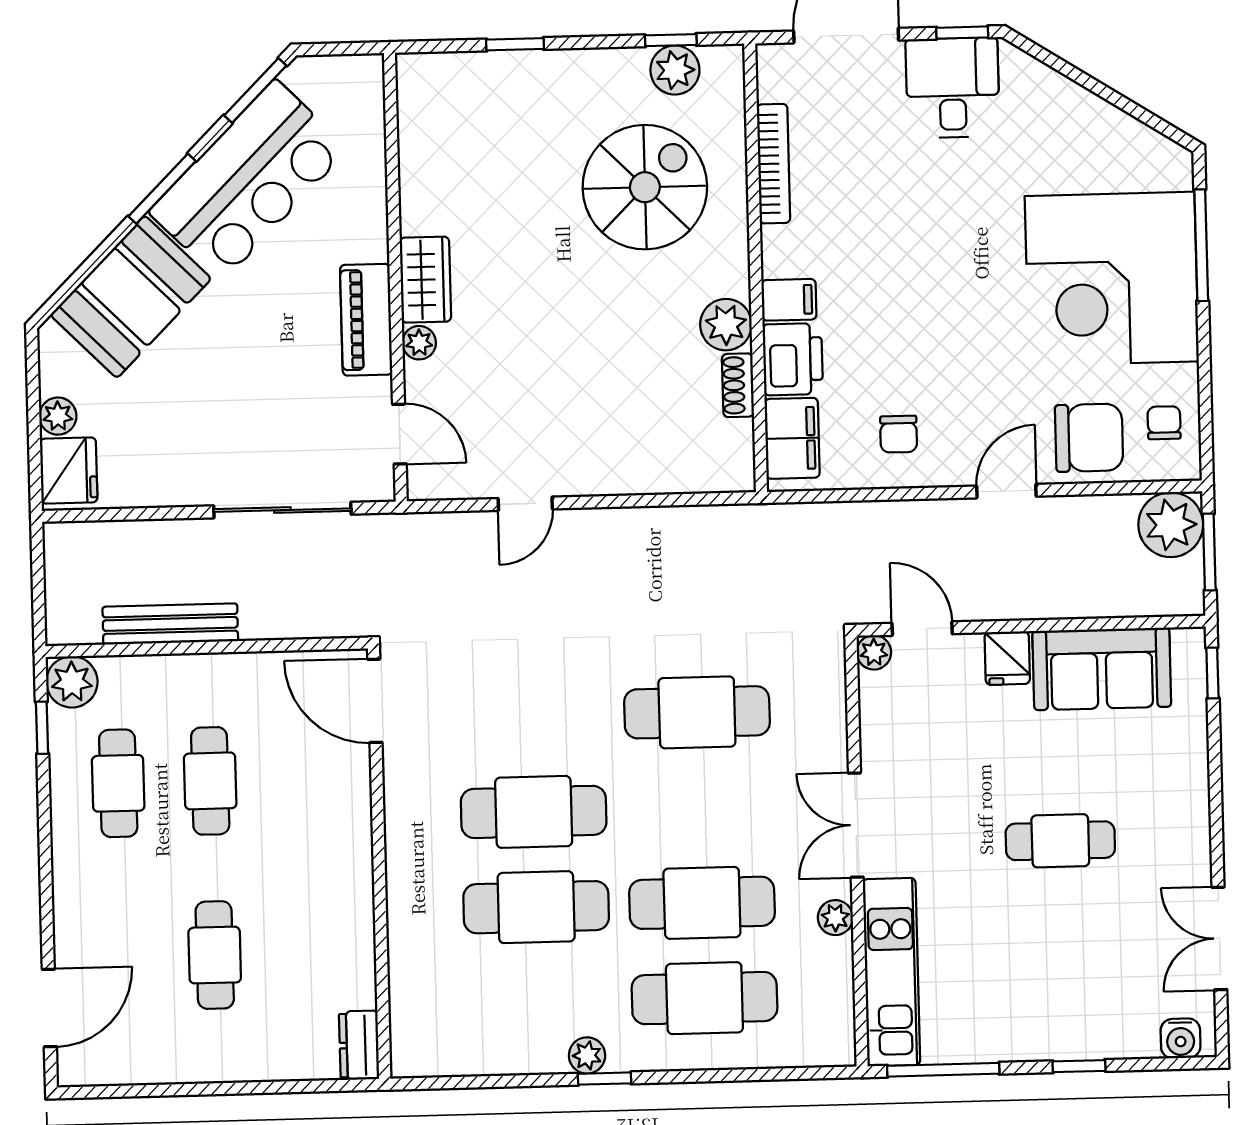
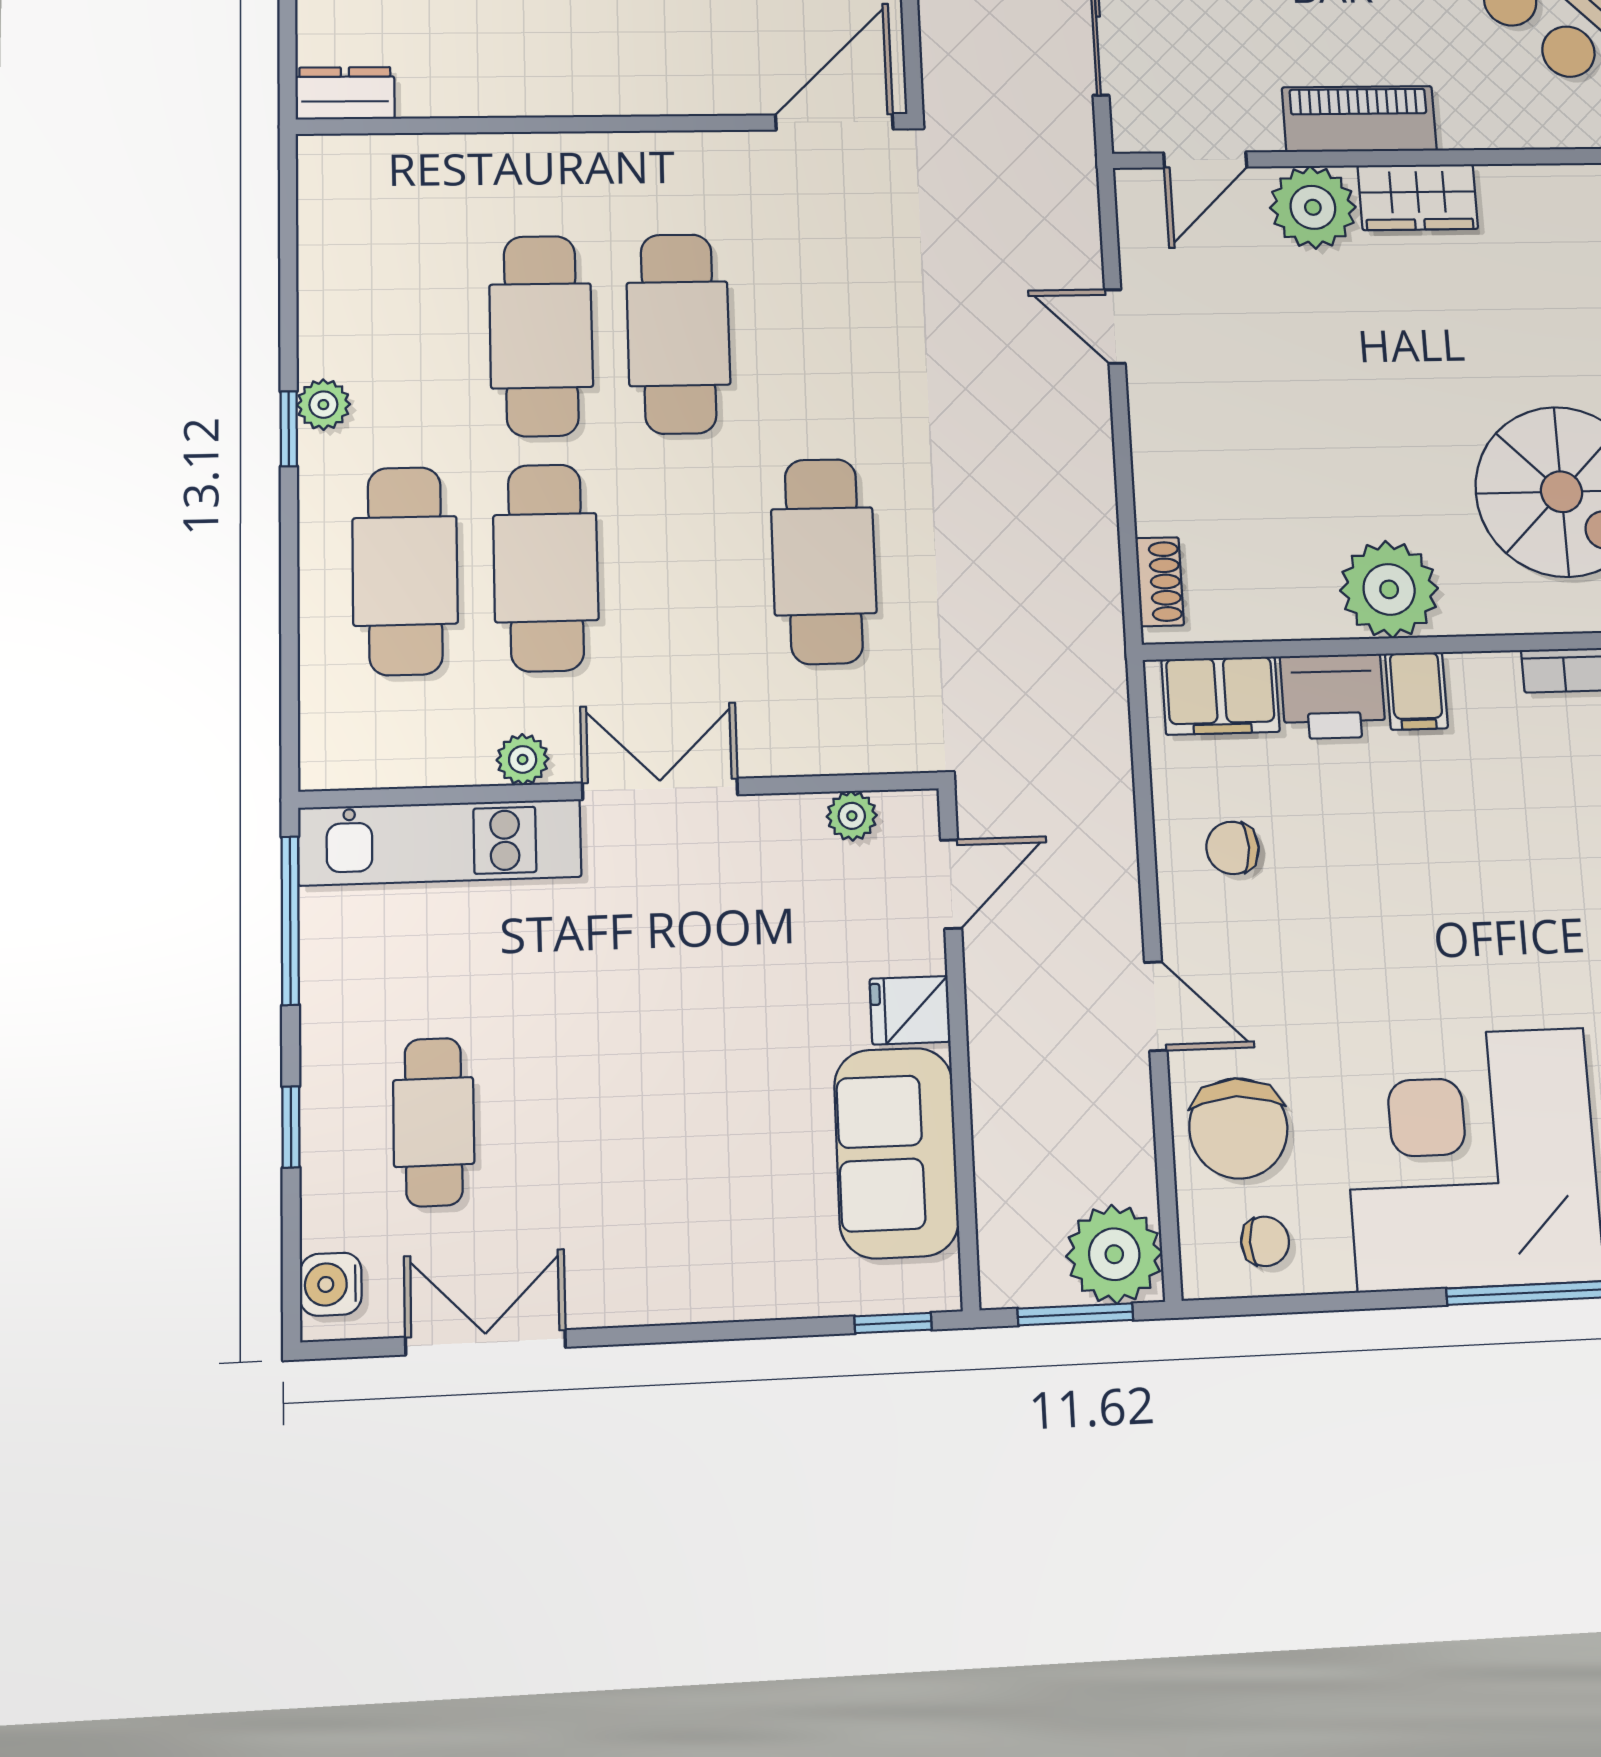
plant: (726, 325) -> (1389, 589), width x1.36, depth x1.36
plant: (419, 343) -> (1313, 207), width x1.87, depth x1.87
shoe rack: (738, 385) -> (1160, 582), moved, turned 90
plant: (874, 652) -> (852, 816), moved
cafe table: (1060, 841) -> (434, 1122), moved

